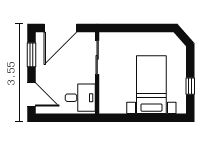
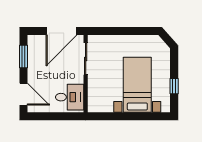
door: (60, 28) -> (61, 31), moved

